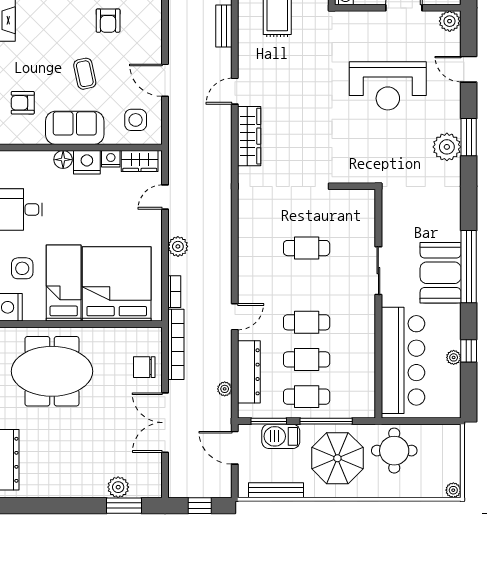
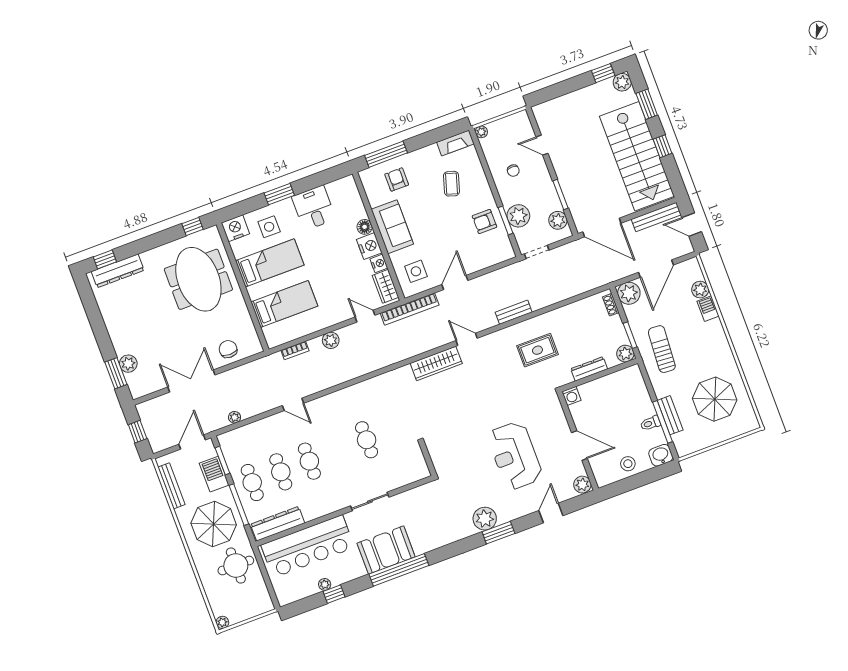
coffee table: (85, 74) -> (451, 184), moved, turned -61
bed: (117, 284) -> (284, 304), width x0.49
bookcase: (176, 344) -> (410, 309), moved
dresser: (249, 372) -> (278, 524), moved, turned 180

